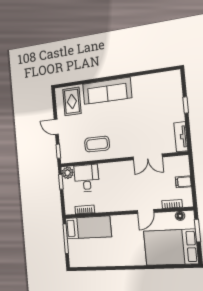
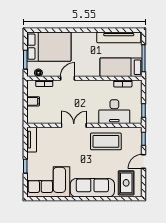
corner sofa: (157, 90) -> (48, 182), added
door: (56, 127) -> (143, 161), swing flipped
coffee table: (97, 144) -> (106, 141), width x1.36, depth x1.32
double door: (148, 157) -> (74, 125), moved
plant: (68, 173) -> (136, 118), removed
desk: (87, 178) -> (114, 112), width x1.37
tv unit: (93, 261) -> (119, 37), added

